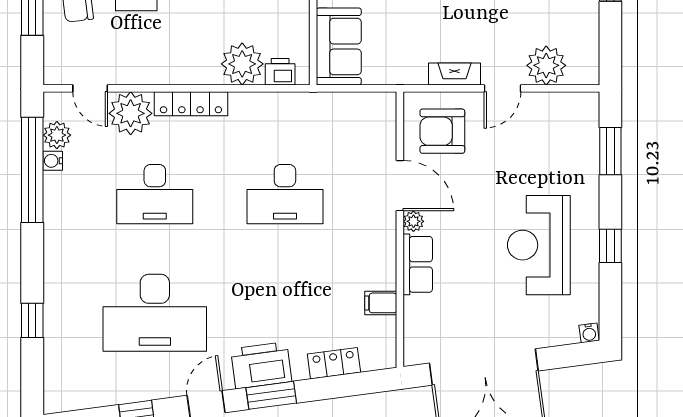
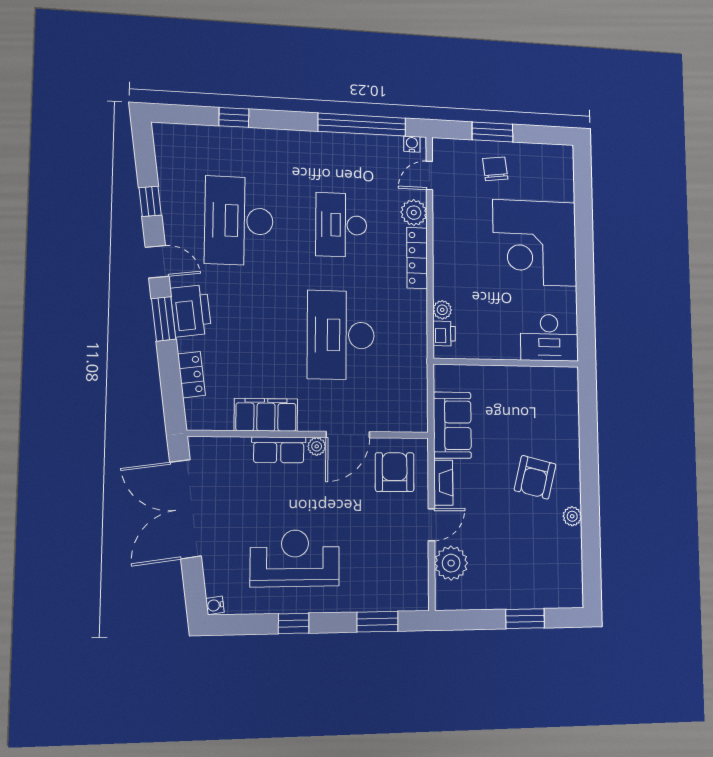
sofa: (339, 47) -> (452, 425), moved, turned -90
plant: (242, 64) -> (442, 310), width x0.53, depth x0.53
door: (502, 88) -> (431, 525), swing flipped
plant: (131, 113) -> (414, 213), width x0.73, depth x0.73
plant: (57, 135) -> (391, 146), removed
water cooler: (53, 161) -> (412, 144), moved
desk: (285, 194) -> (341, 335), width x1.36, depth x1.30
filing cabinet: (381, 303) -> (266, 415), width x3.00, depth x1.17

